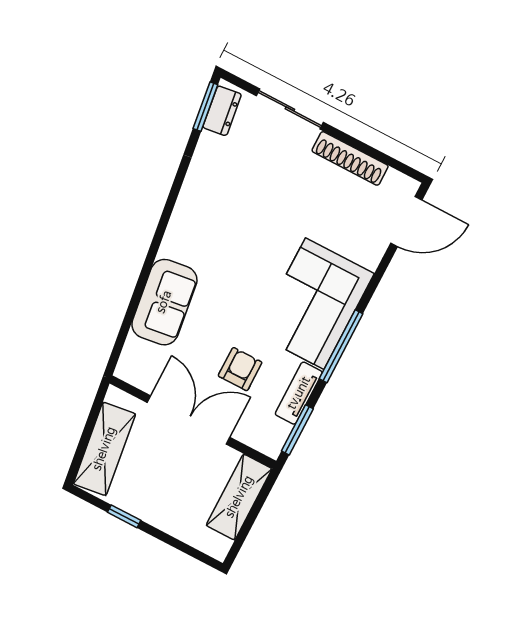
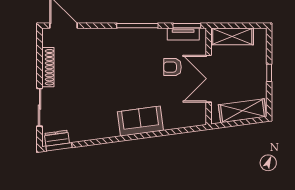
sofa: (164, 302) -> (140, 121), moved
corner sofa: (315, 304) -> (124, 48), removed
tv unit: (299, 393) -> (183, 34), moved
window: (124, 516) -> (269, 73), moved

